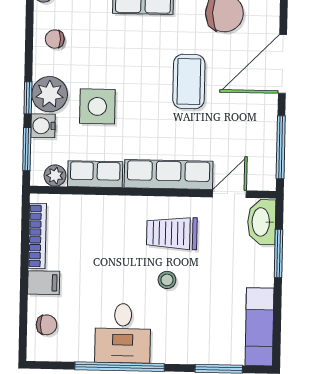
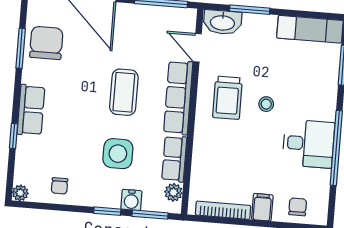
coffee table: (189, 82) -> (124, 92), moved, turned 90
plant: (50, 94) -> (105, 193), removed

